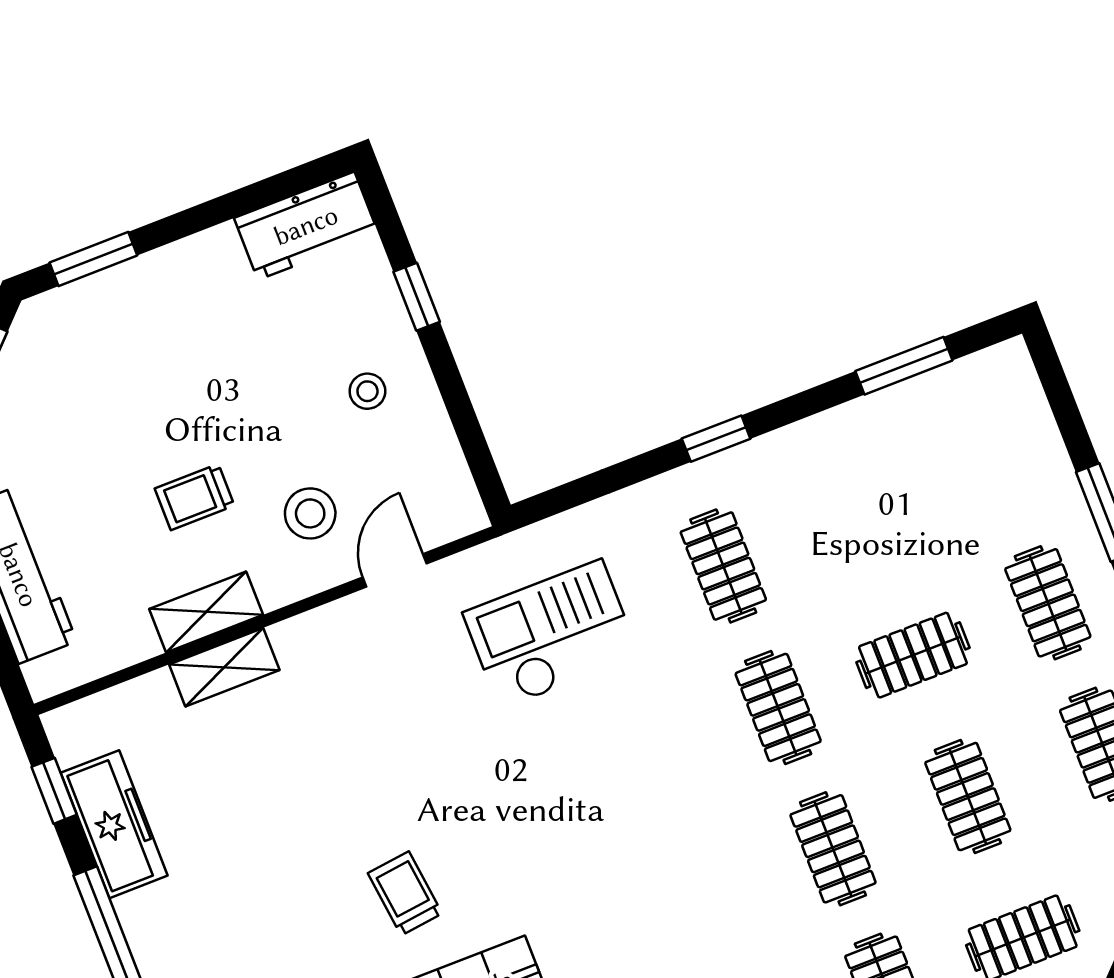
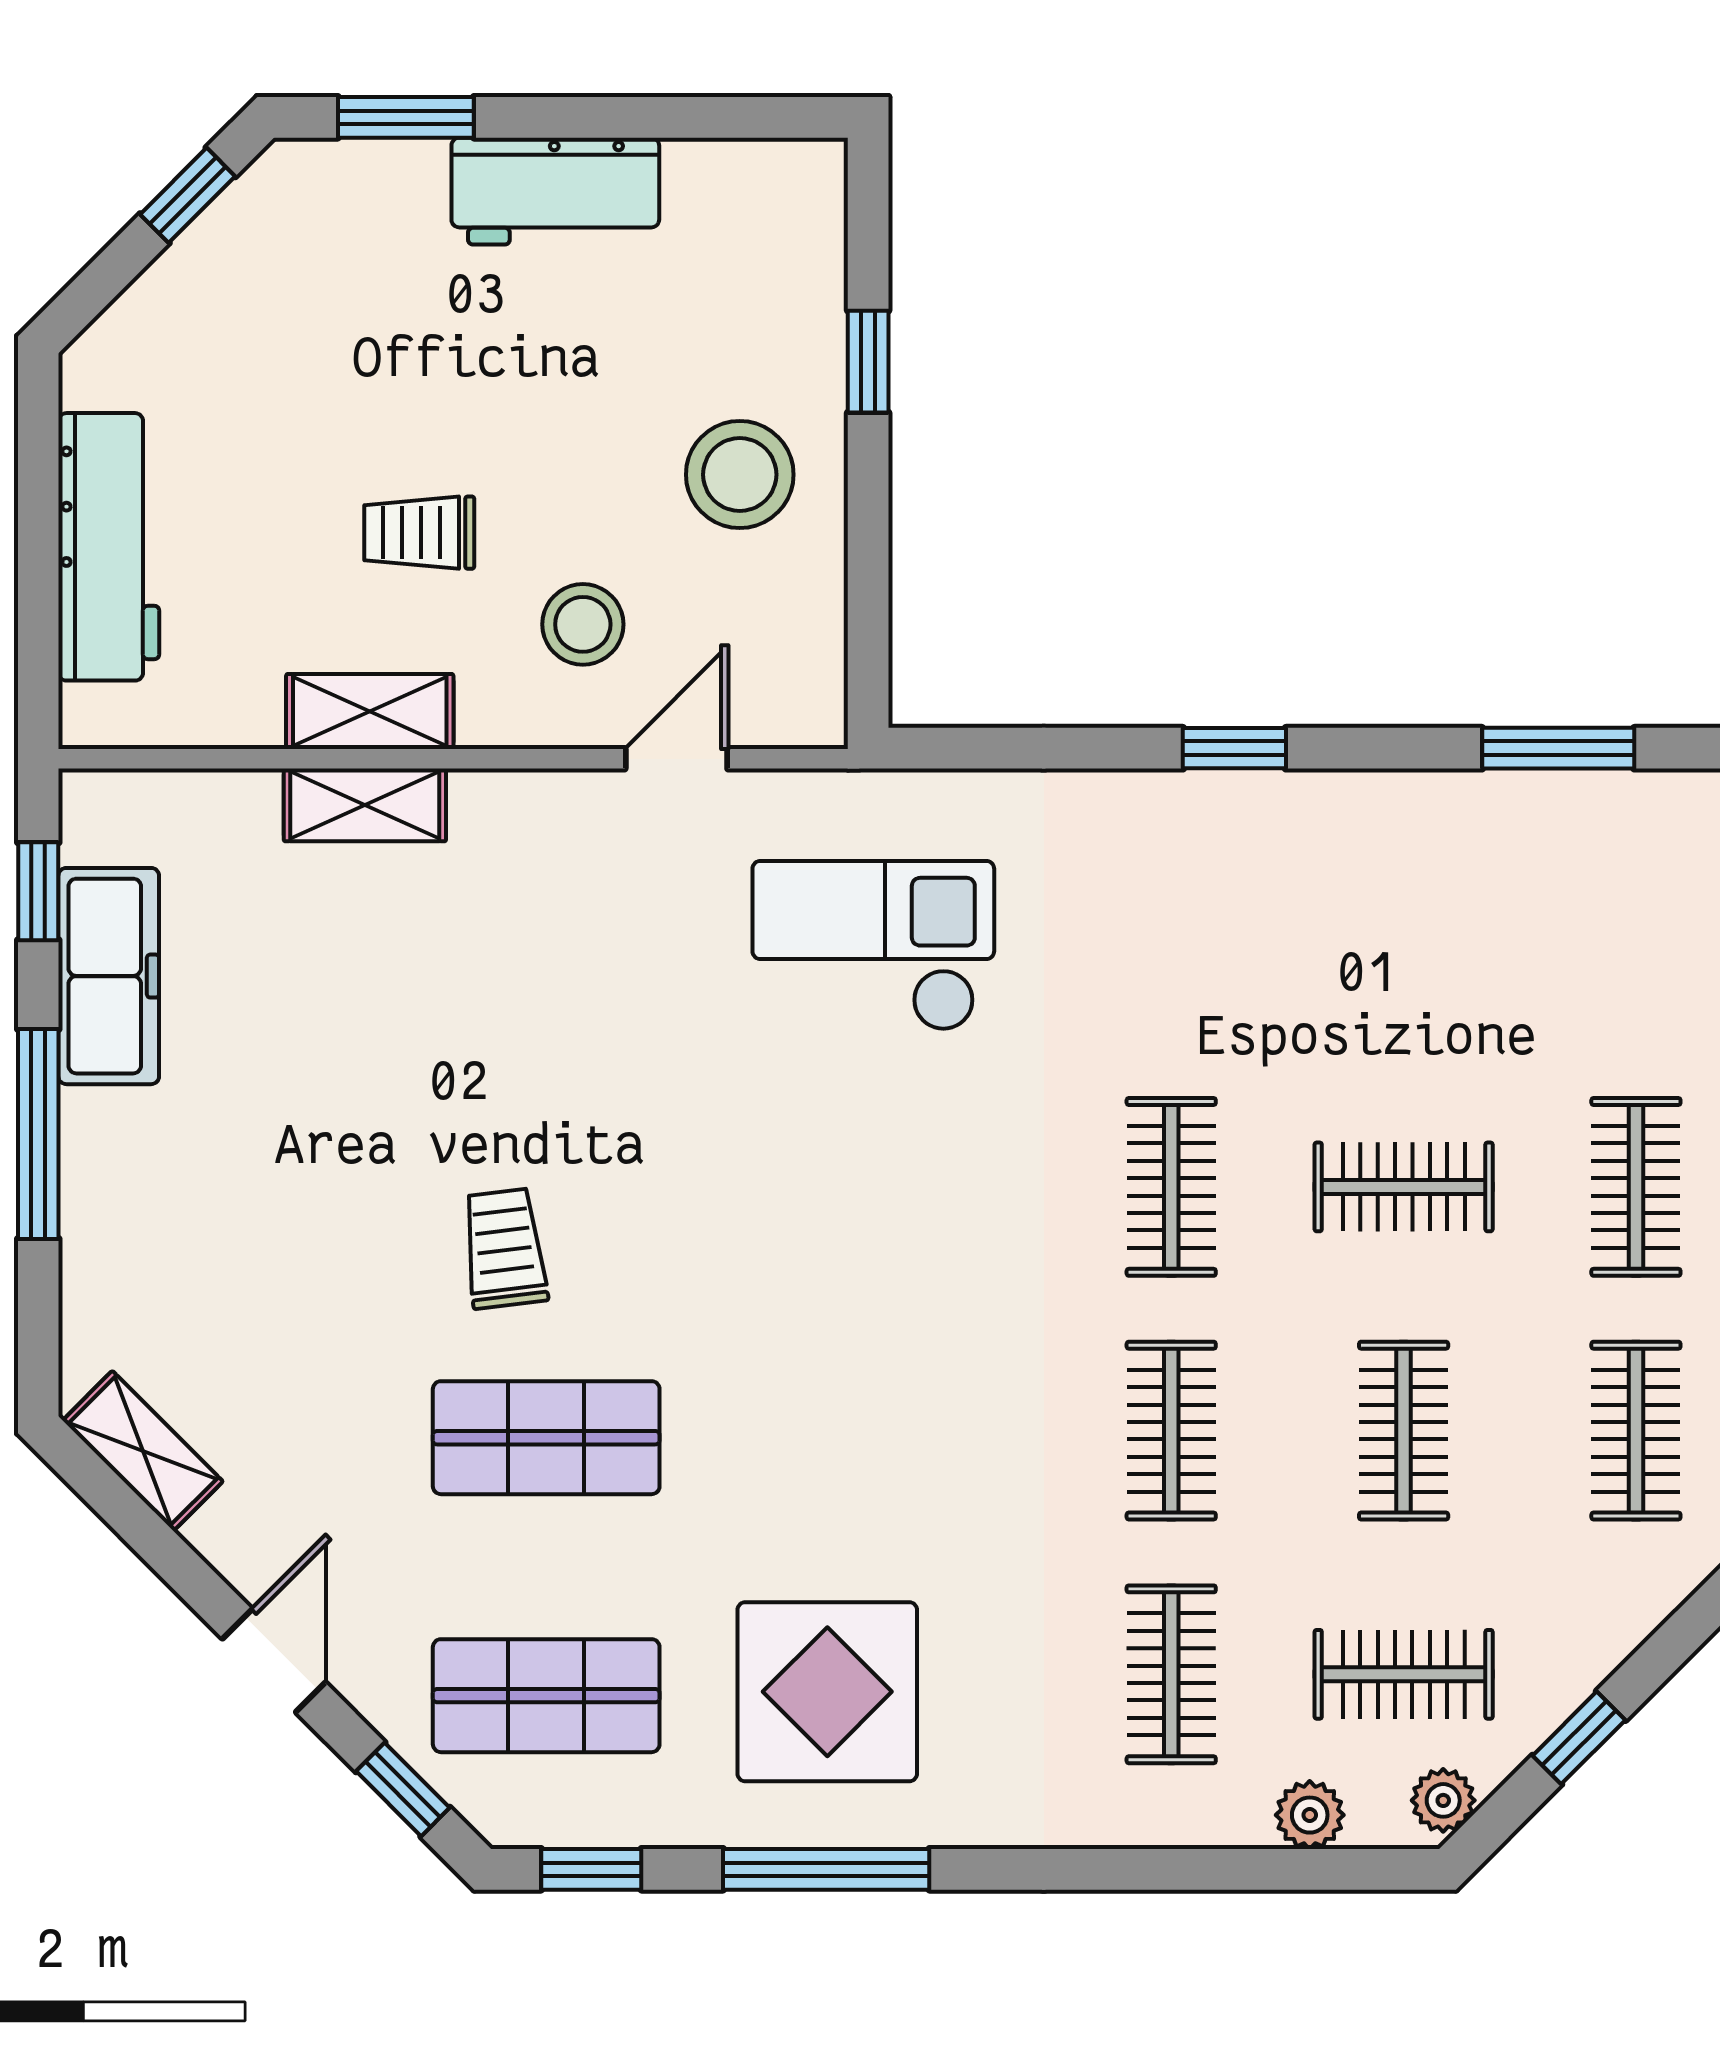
workbench: (306, 226) -> (555, 191), moved
stool: (367, 391) -> (740, 475), width x1.89, depth x1.89
clothes rail: (723, 566) -> (1171, 943), removed

